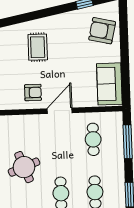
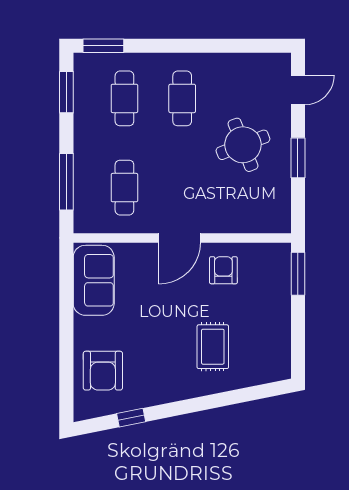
armchair: (102, 31) -> (103, 371), turned 77
armchair: (33, 93) -> (223, 270), turned 90

